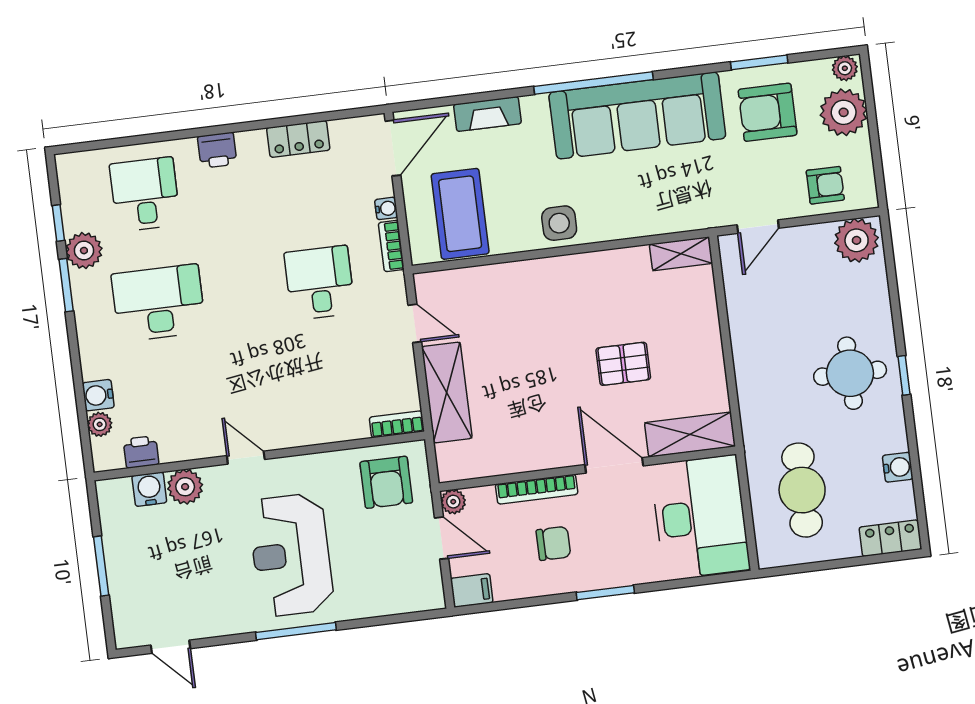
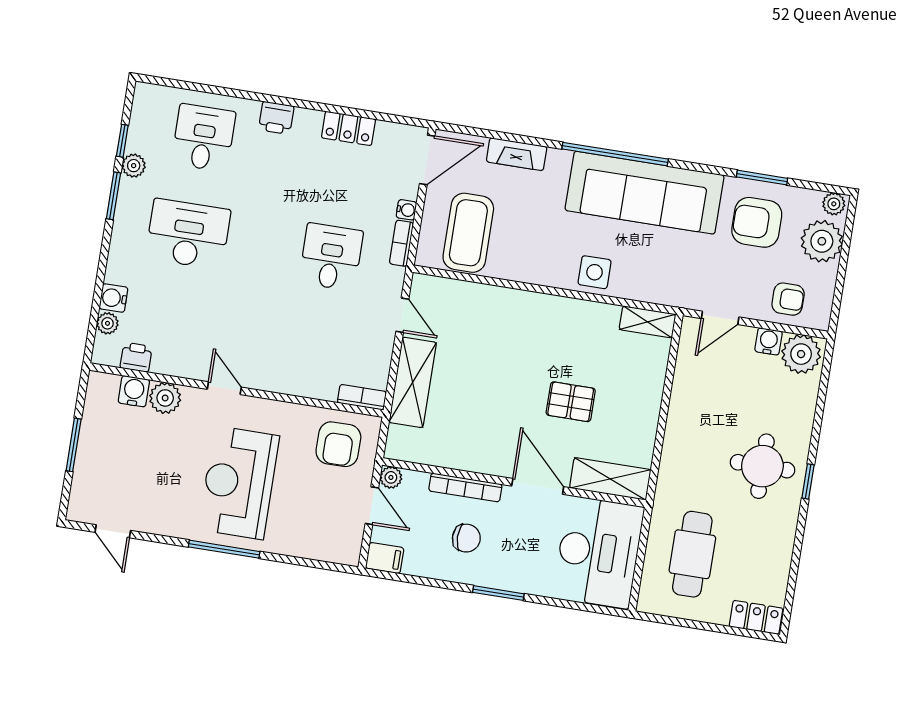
side table: (559, 223) -> (595, 272), moved
plant: (84, 251) -> (134, 166), width x0.73, depth x0.73
water cooler: (898, 467) -> (769, 341), moved, turned -90

